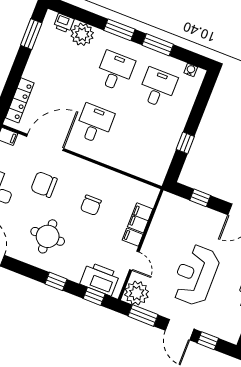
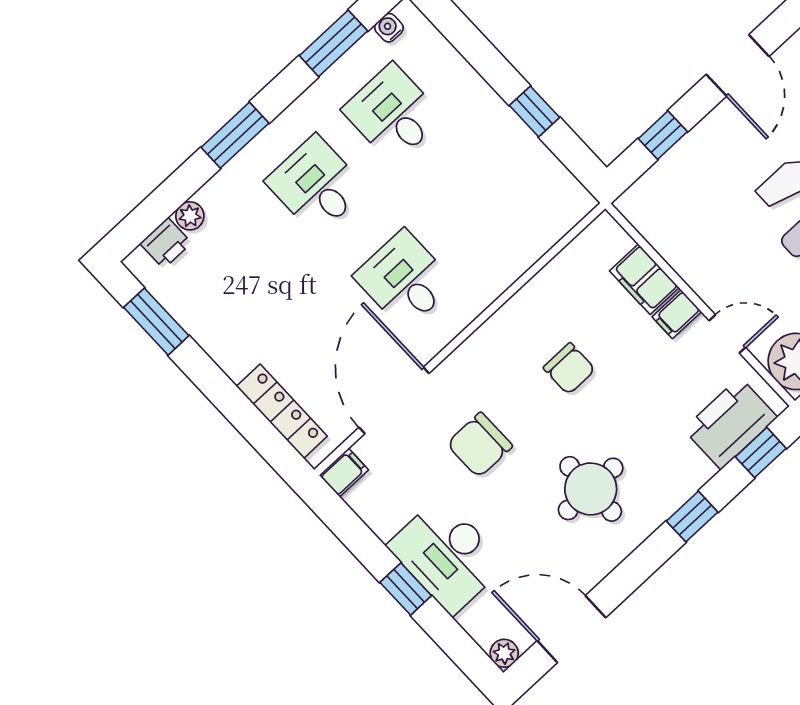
plant: (82, 34) -> (190, 216), width x0.53, depth x0.53
window: (158, 45) -> (333, 43), moved

